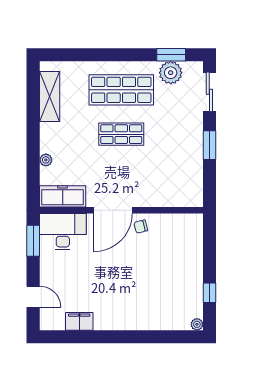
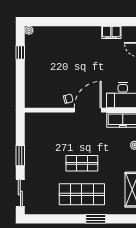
window: (171, 55) -> (96, 219), moved
plant: (171, 73) -> (47, 206), removed

